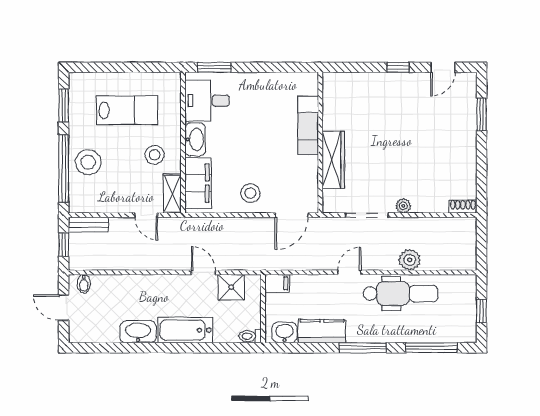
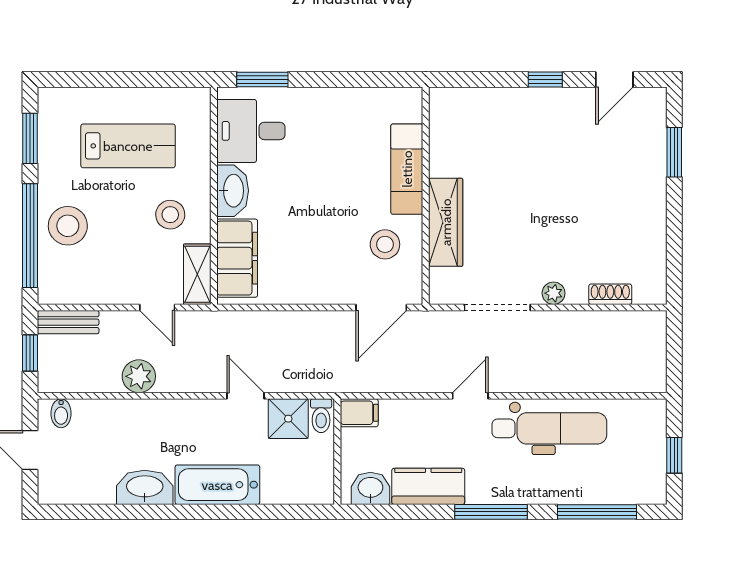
stool: (250, 193) -> (385, 244), moved
shoe rack: (463, 207) -> (610, 294), moved
plant: (410, 260) -> (139, 376), moved
toilet: (250, 336) -> (321, 416), moved, turned -90

